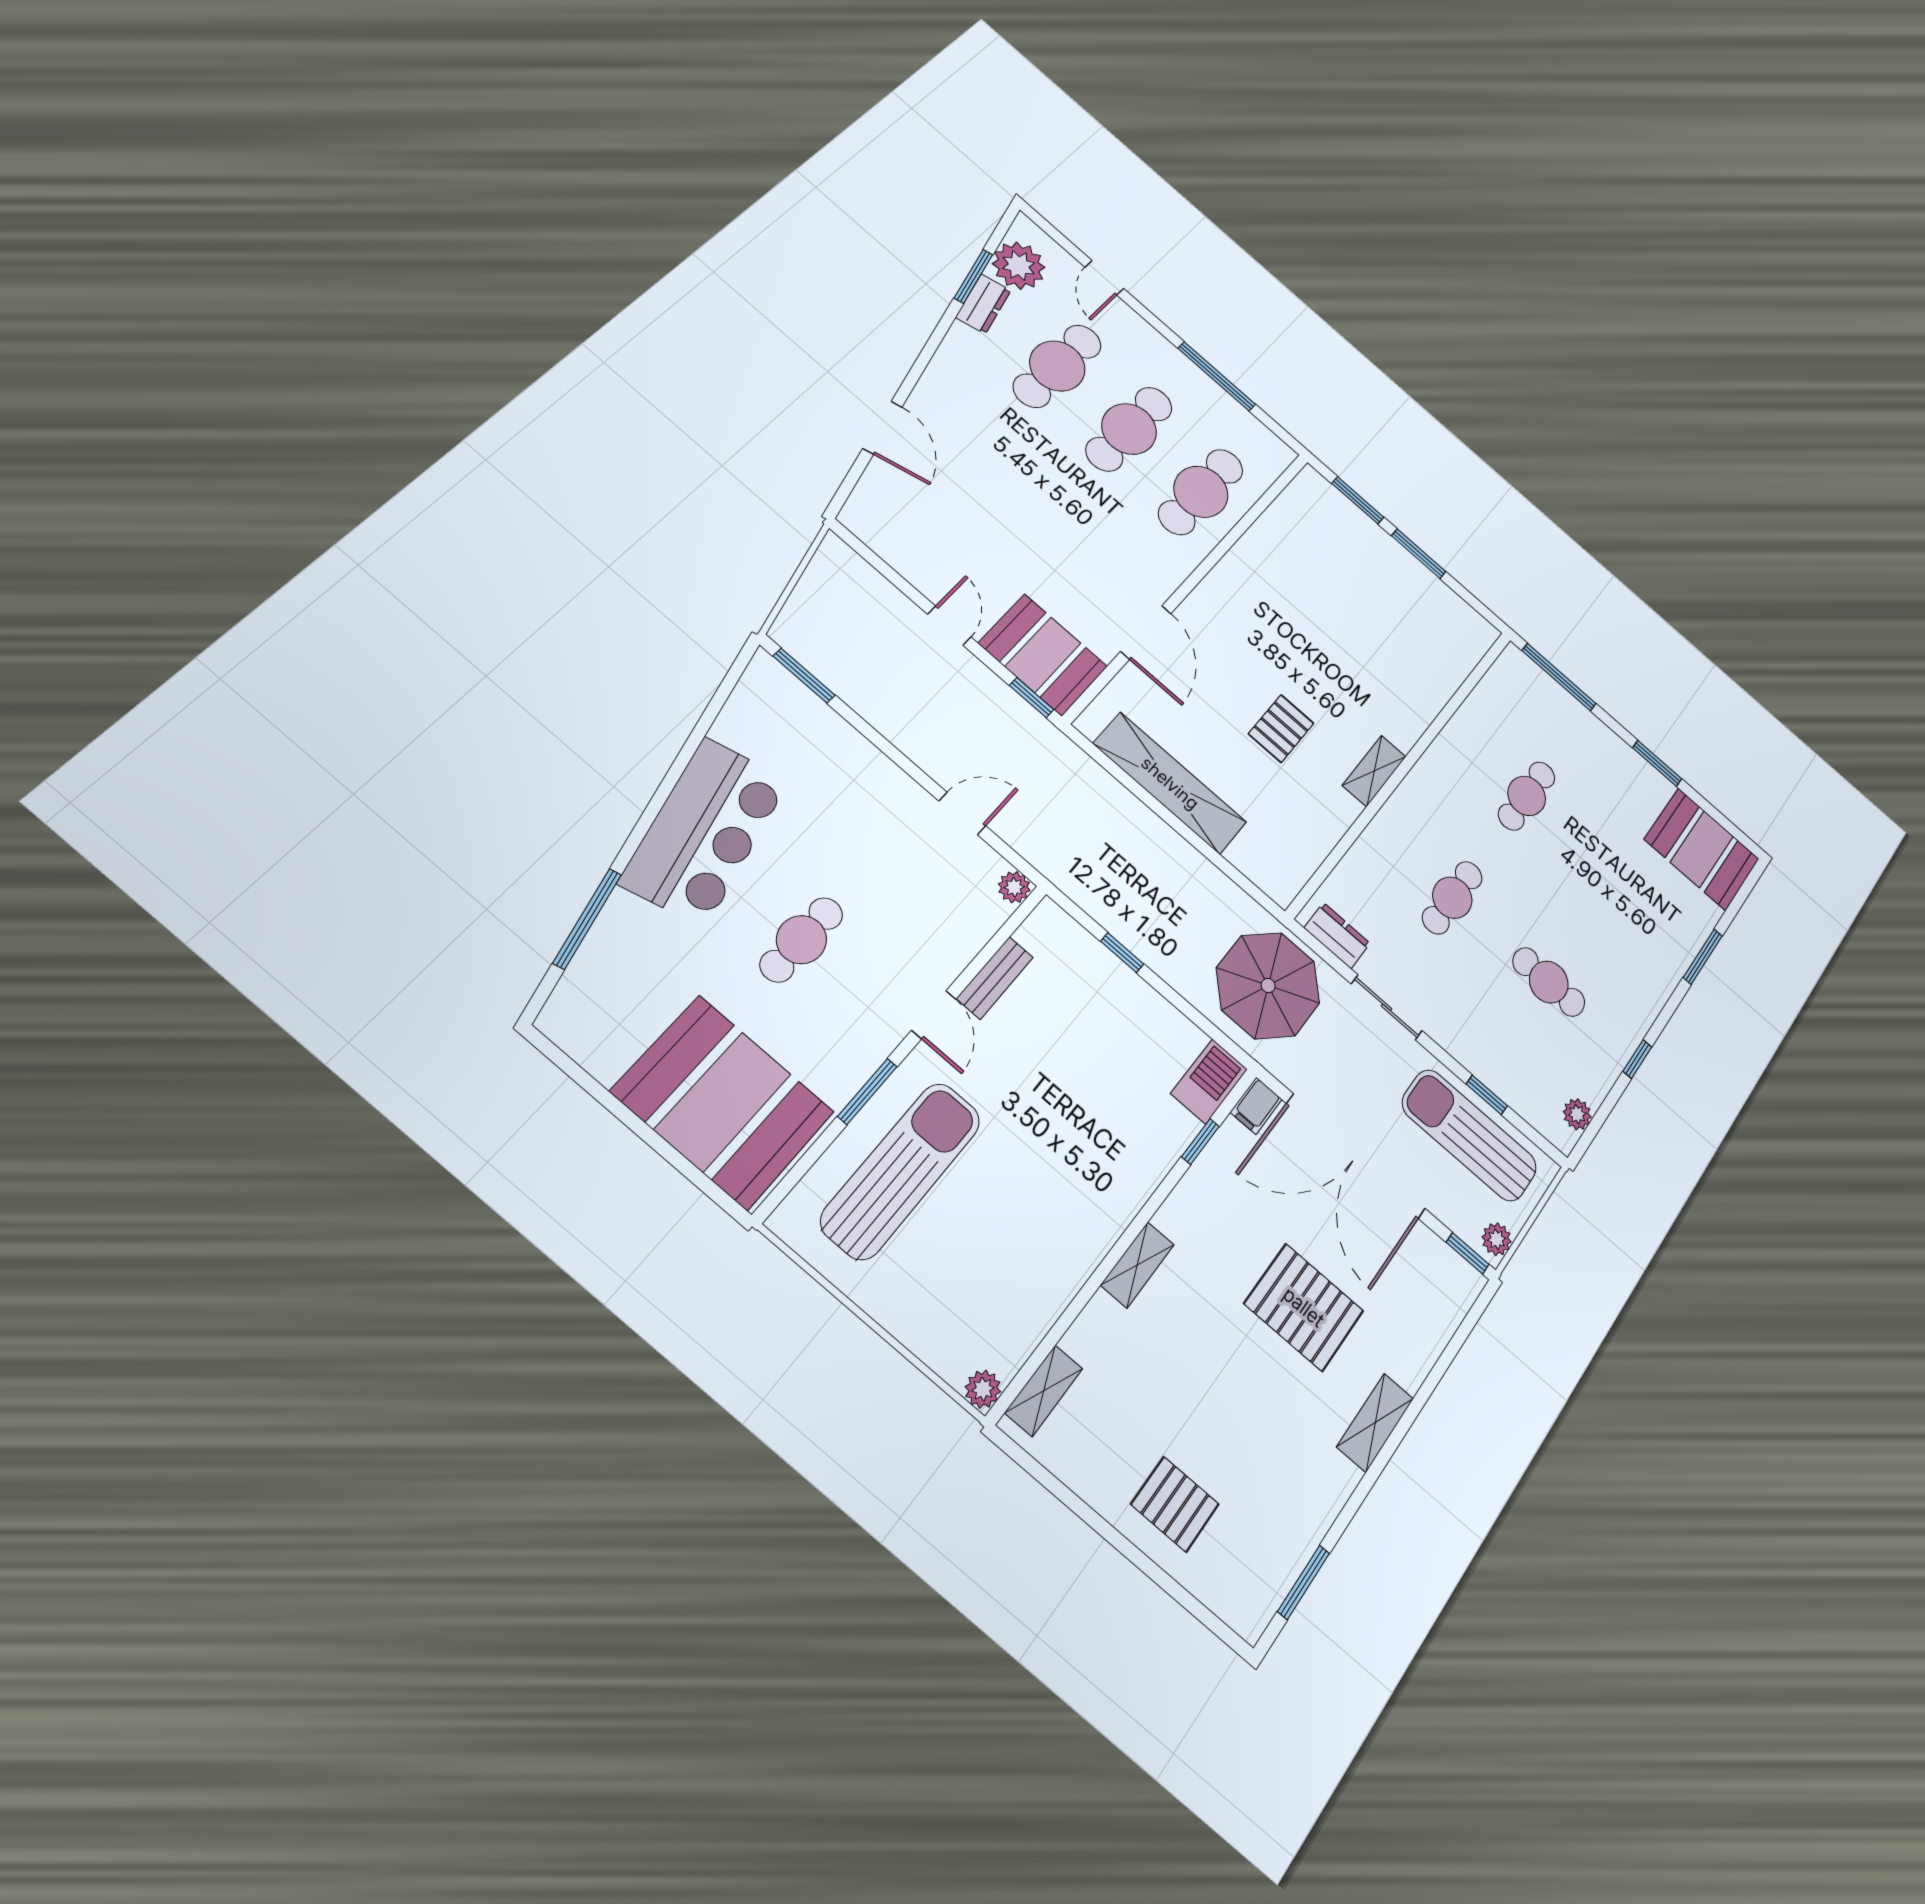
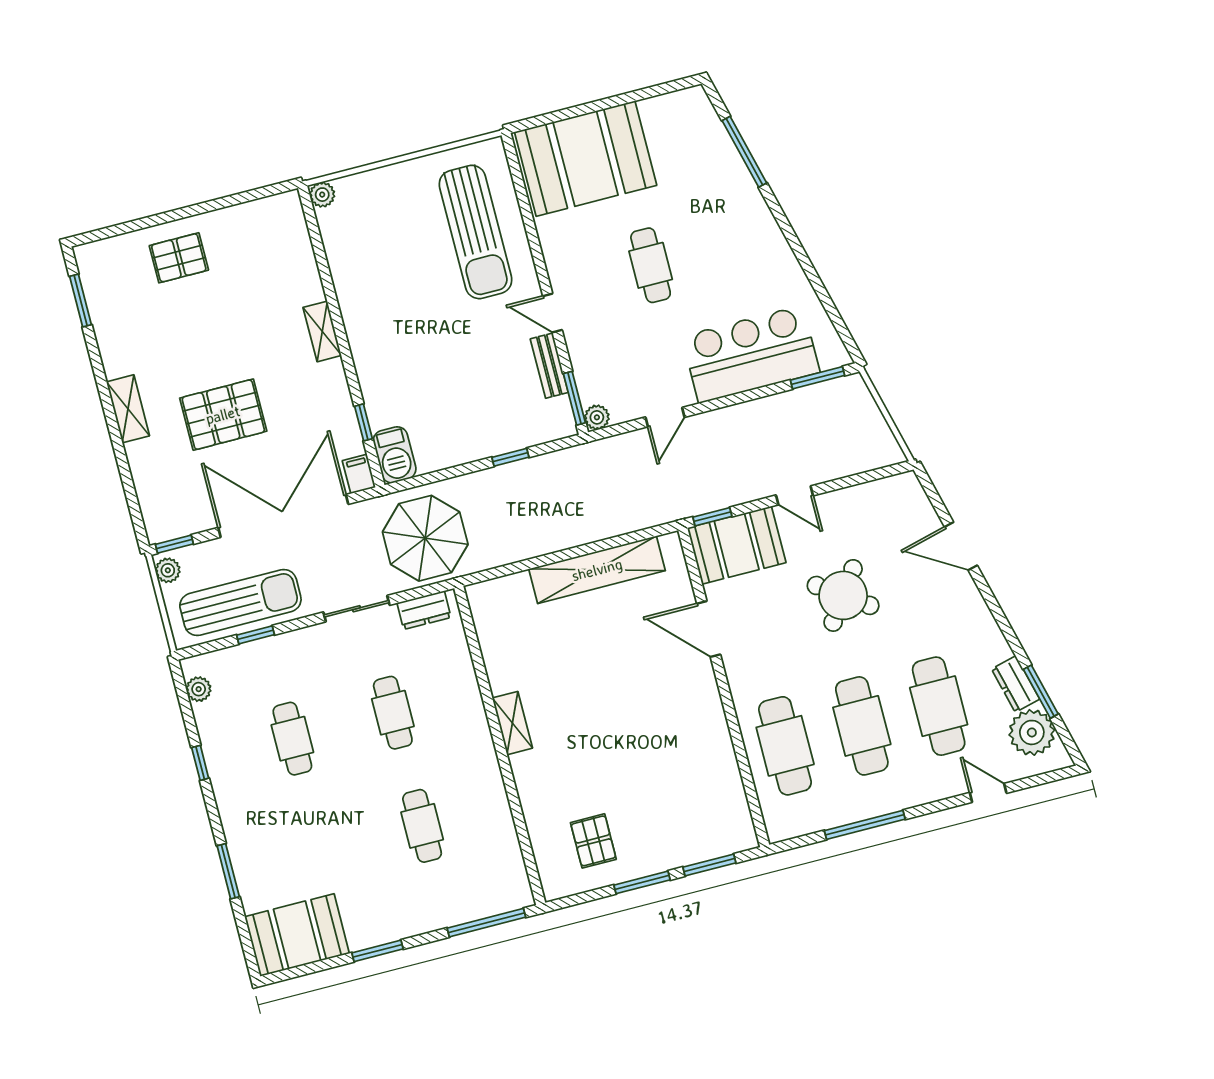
round table: (1017, 518) -> (843, 595), added
pallet: (1281, 729) -> (593, 841), moved
bar counter: (705, 831) -> (751, 354), moved, turned 104
cafe table: (1549, 982) -> (292, 739), turned 90
window: (867, 1091) -> (574, 398), moved
shelving: (1044, 1391) -> (295, 228), removed

